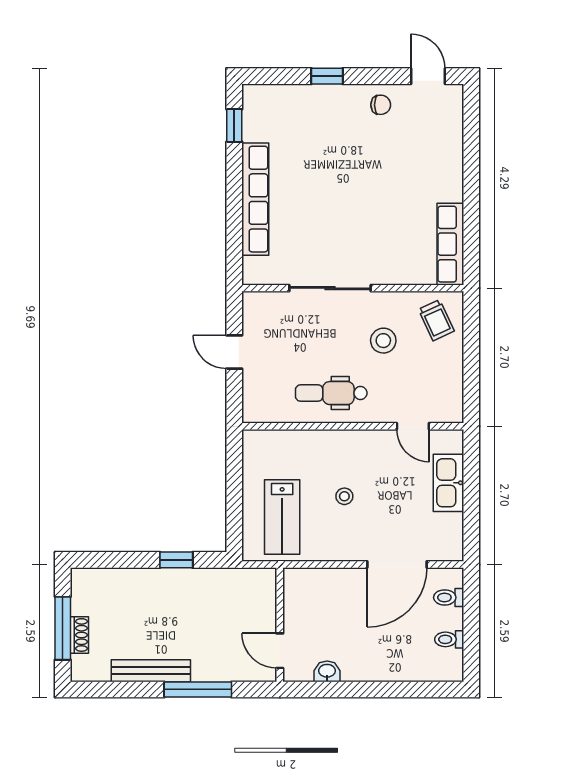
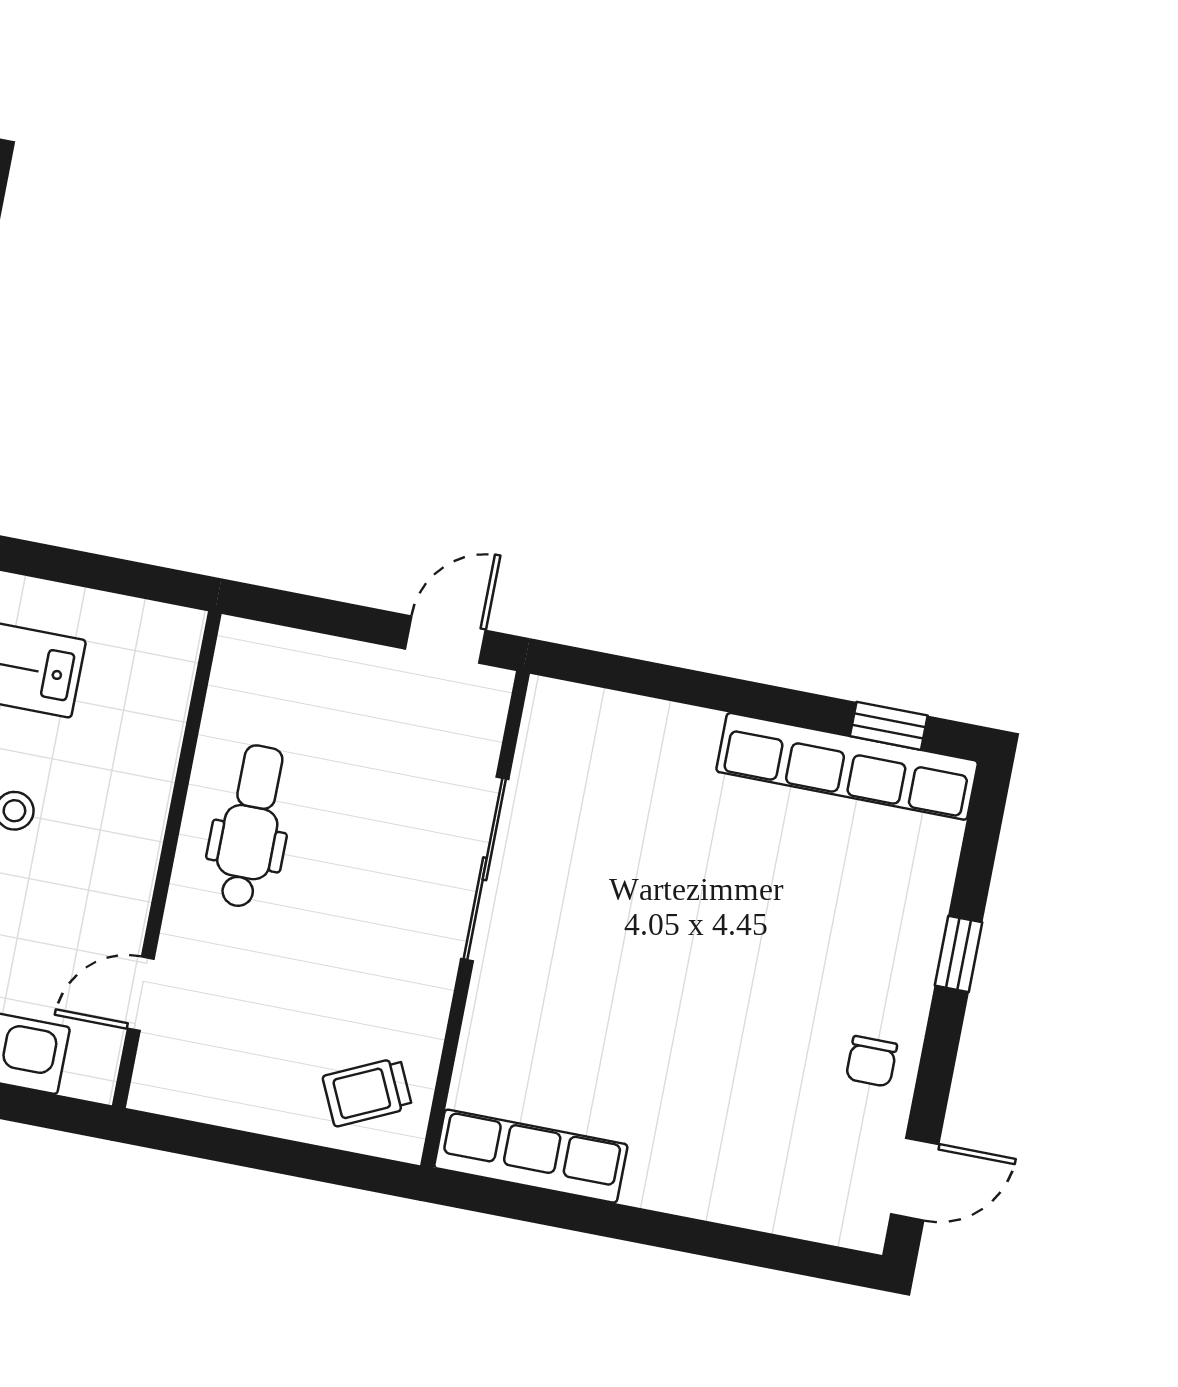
row of seats: (255, 199) -> (847, 766), moved
stool: (383, 341) -> (345, 965), removed
door: (234, 352) -> (445, 640), moved

